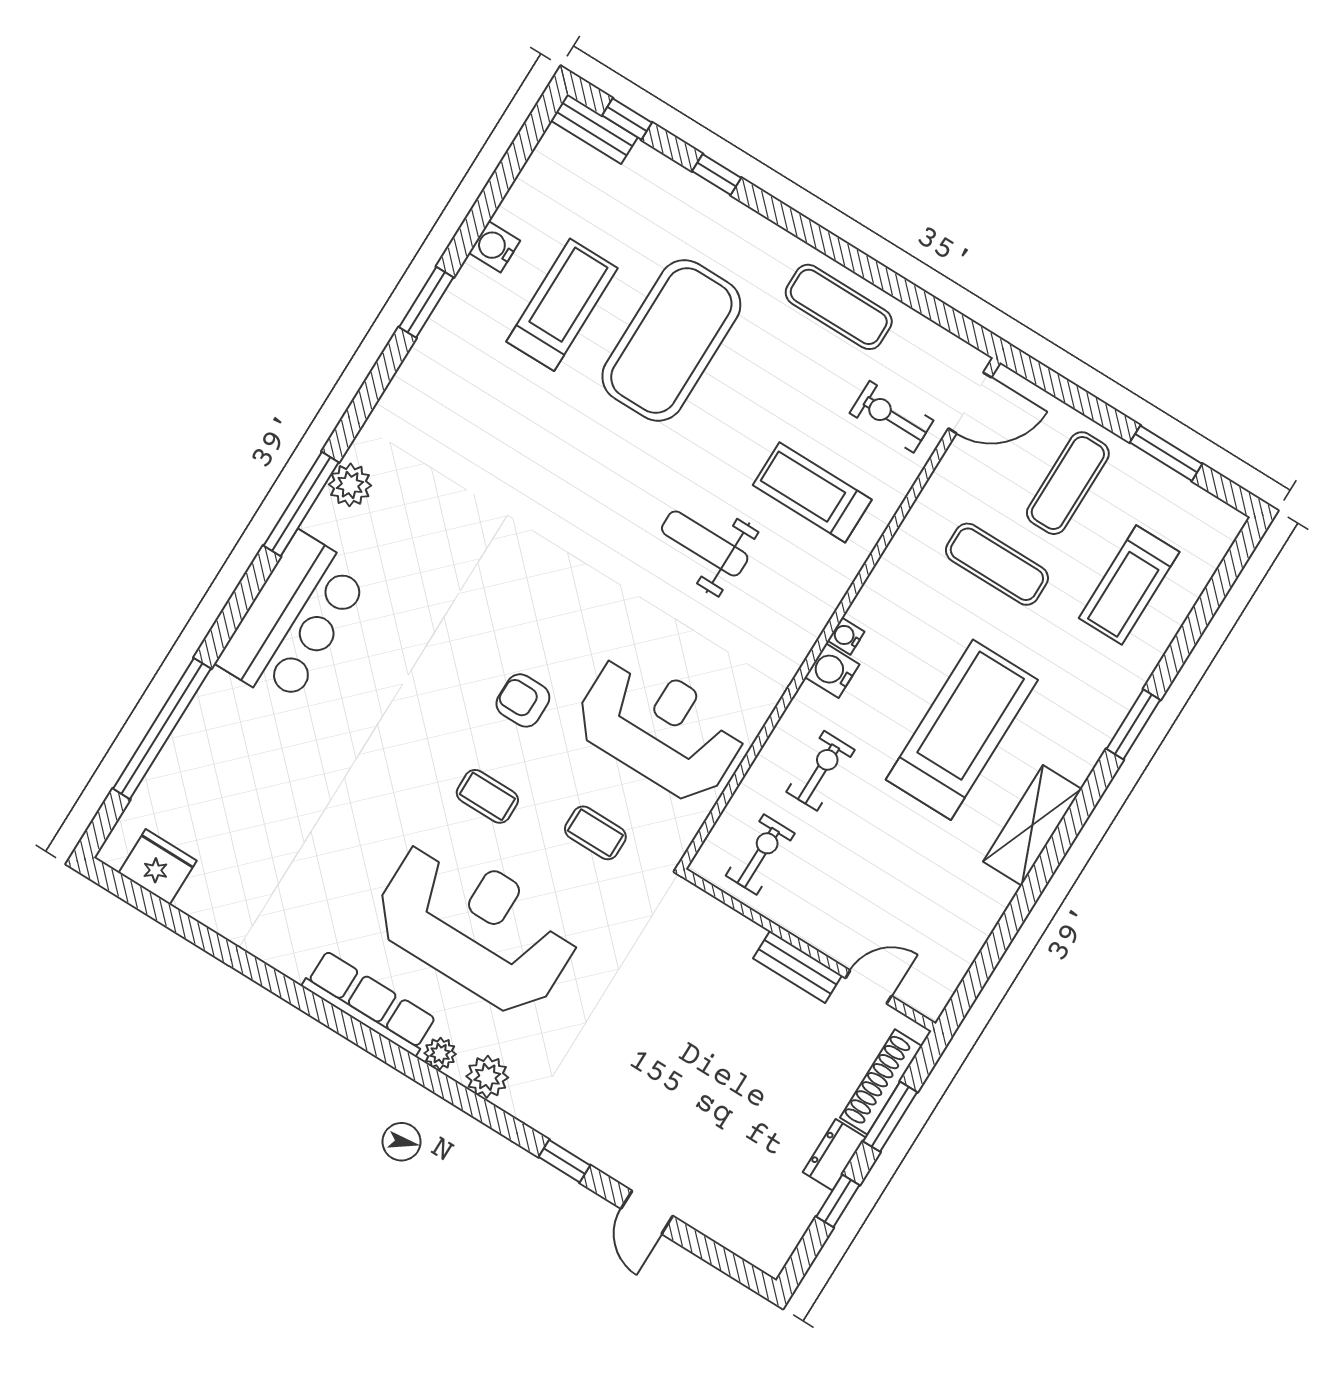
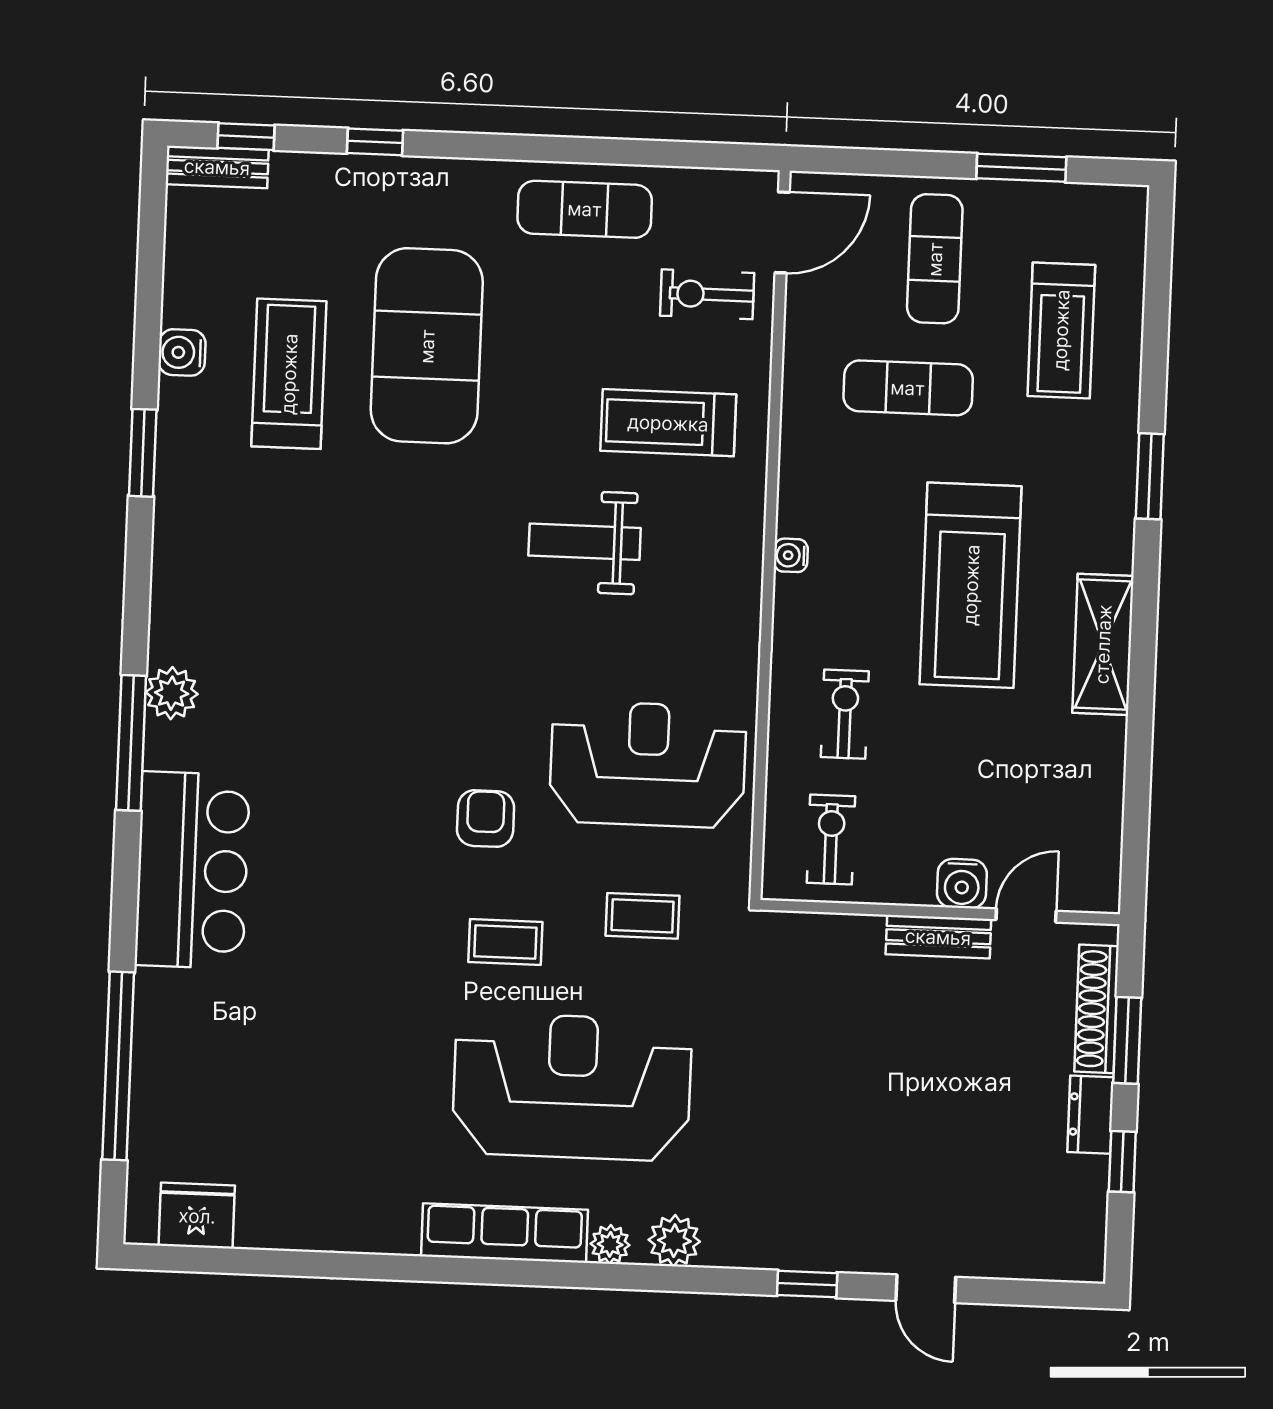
water cooler: (832, 671) -> (962, 884), moved, turned -90
armchair: (523, 700) -> (486, 819), turned 90
treadmill: (962, 730) -> (971, 585), turned 180

